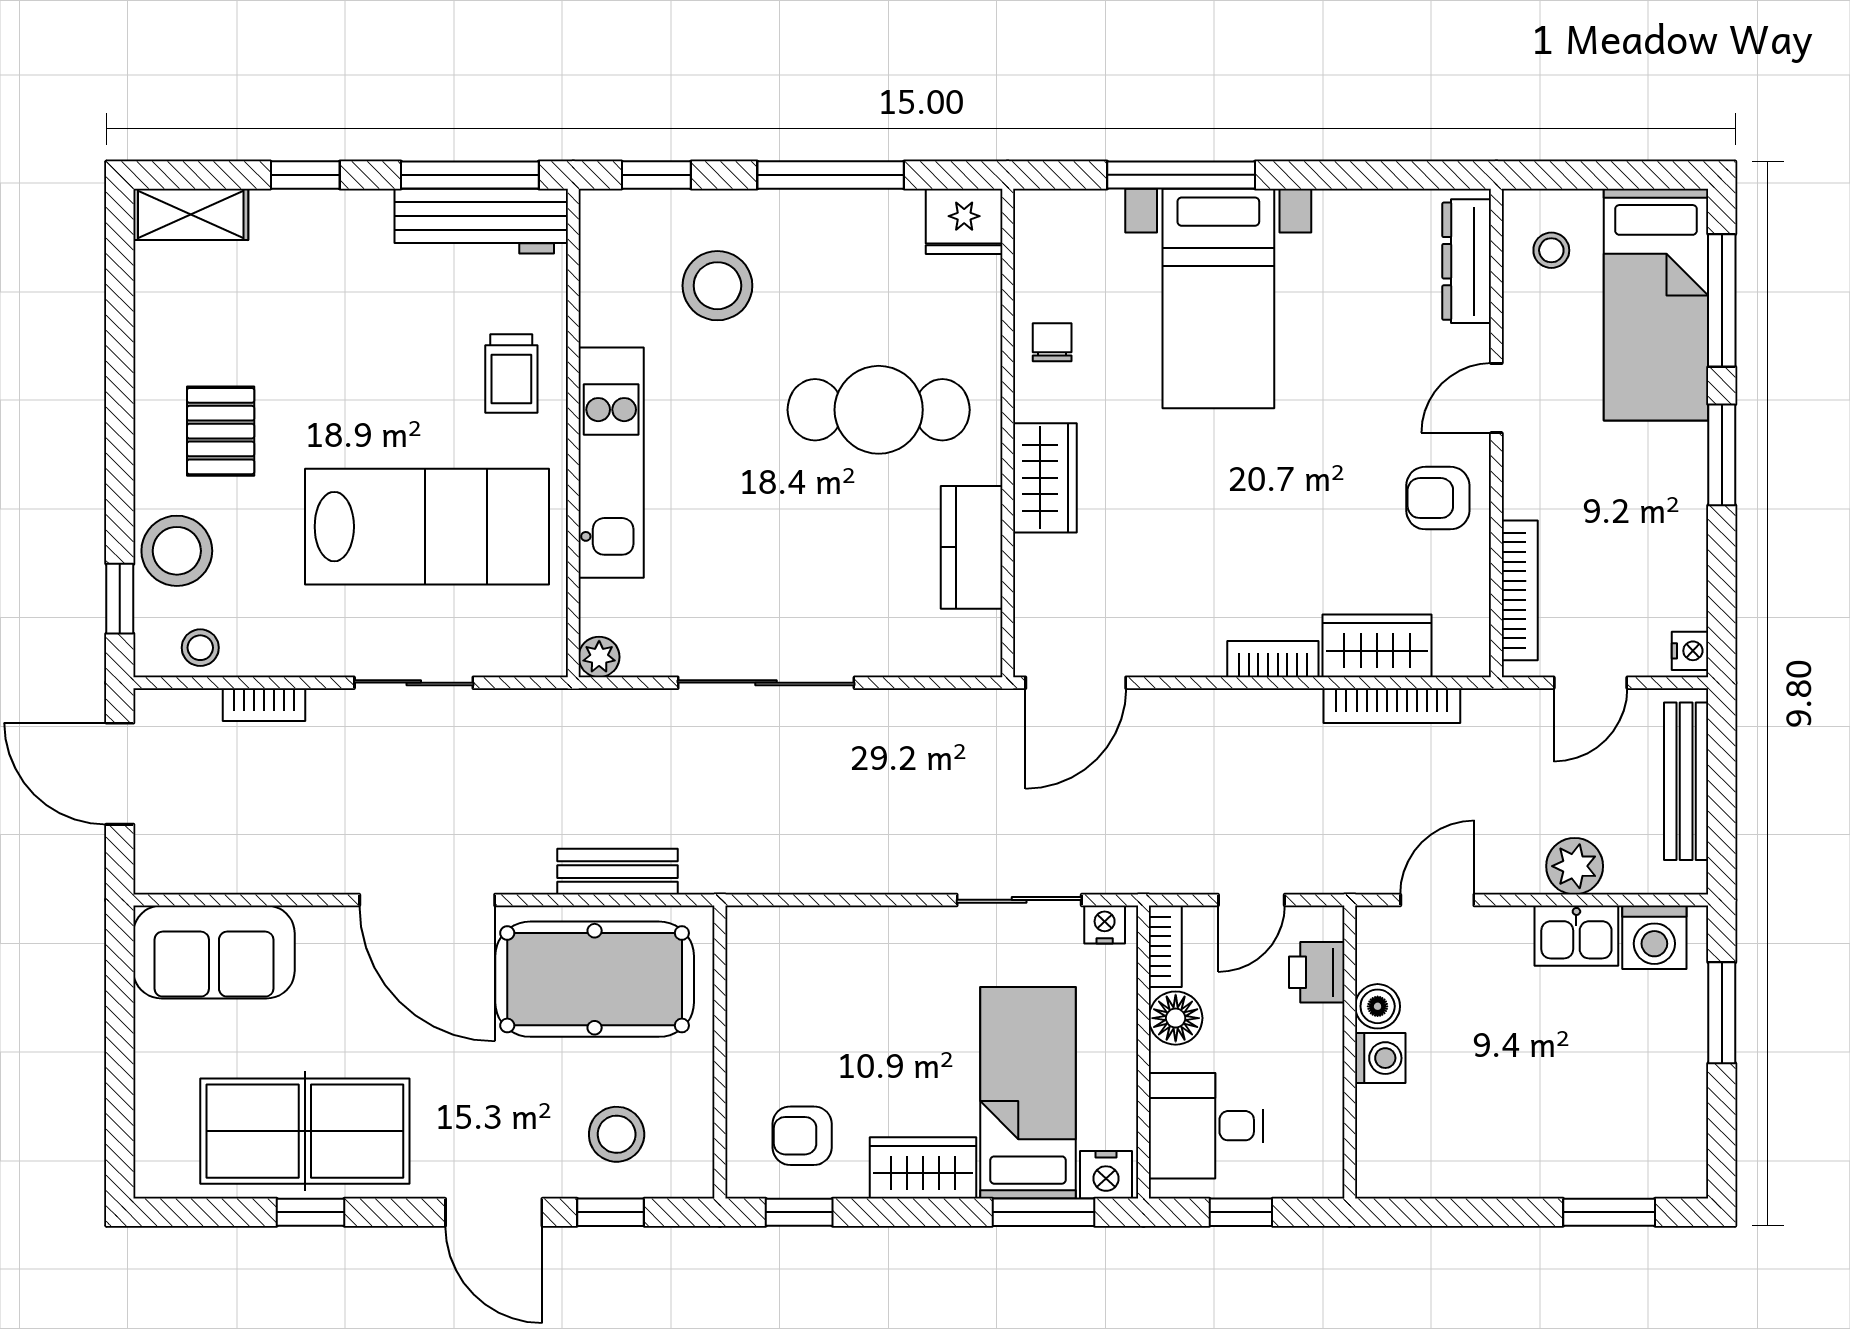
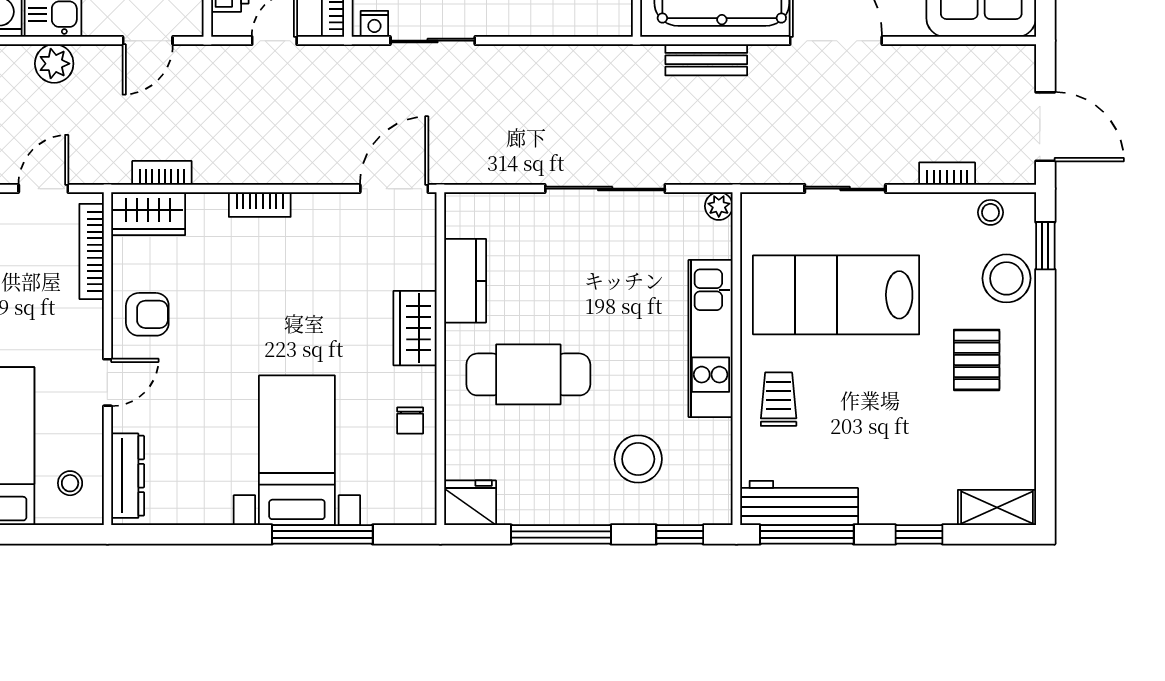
wardrobe: (1377, 646) -> (148, 214), moved
bookcase: (1392, 706) -> (162, 173), width x0.64

